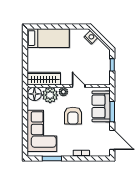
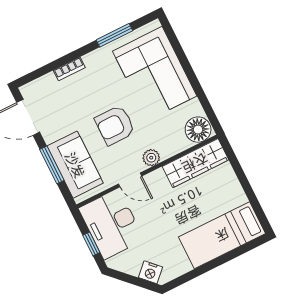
desk: (98, 70) -> (111, 224), added
plant: (50, 95) -> (171, 141), removed
armchair: (73, 116) -> (115, 125), turned -90

